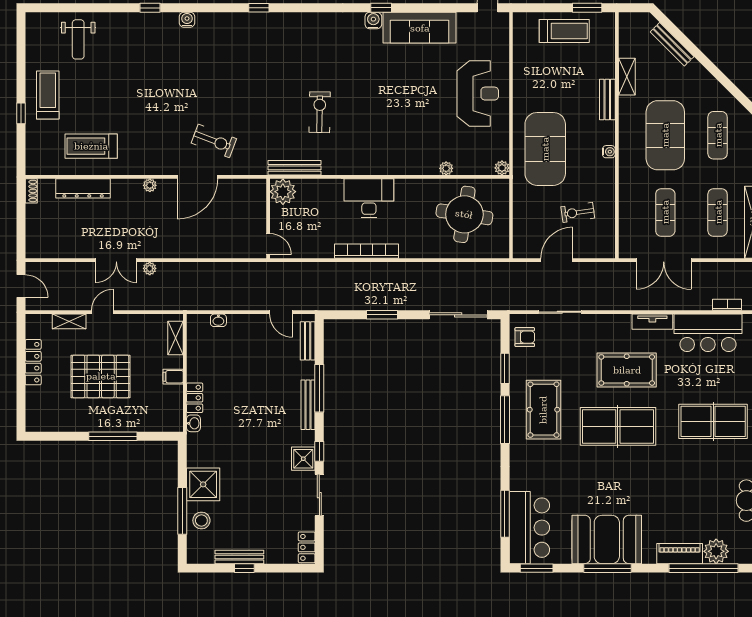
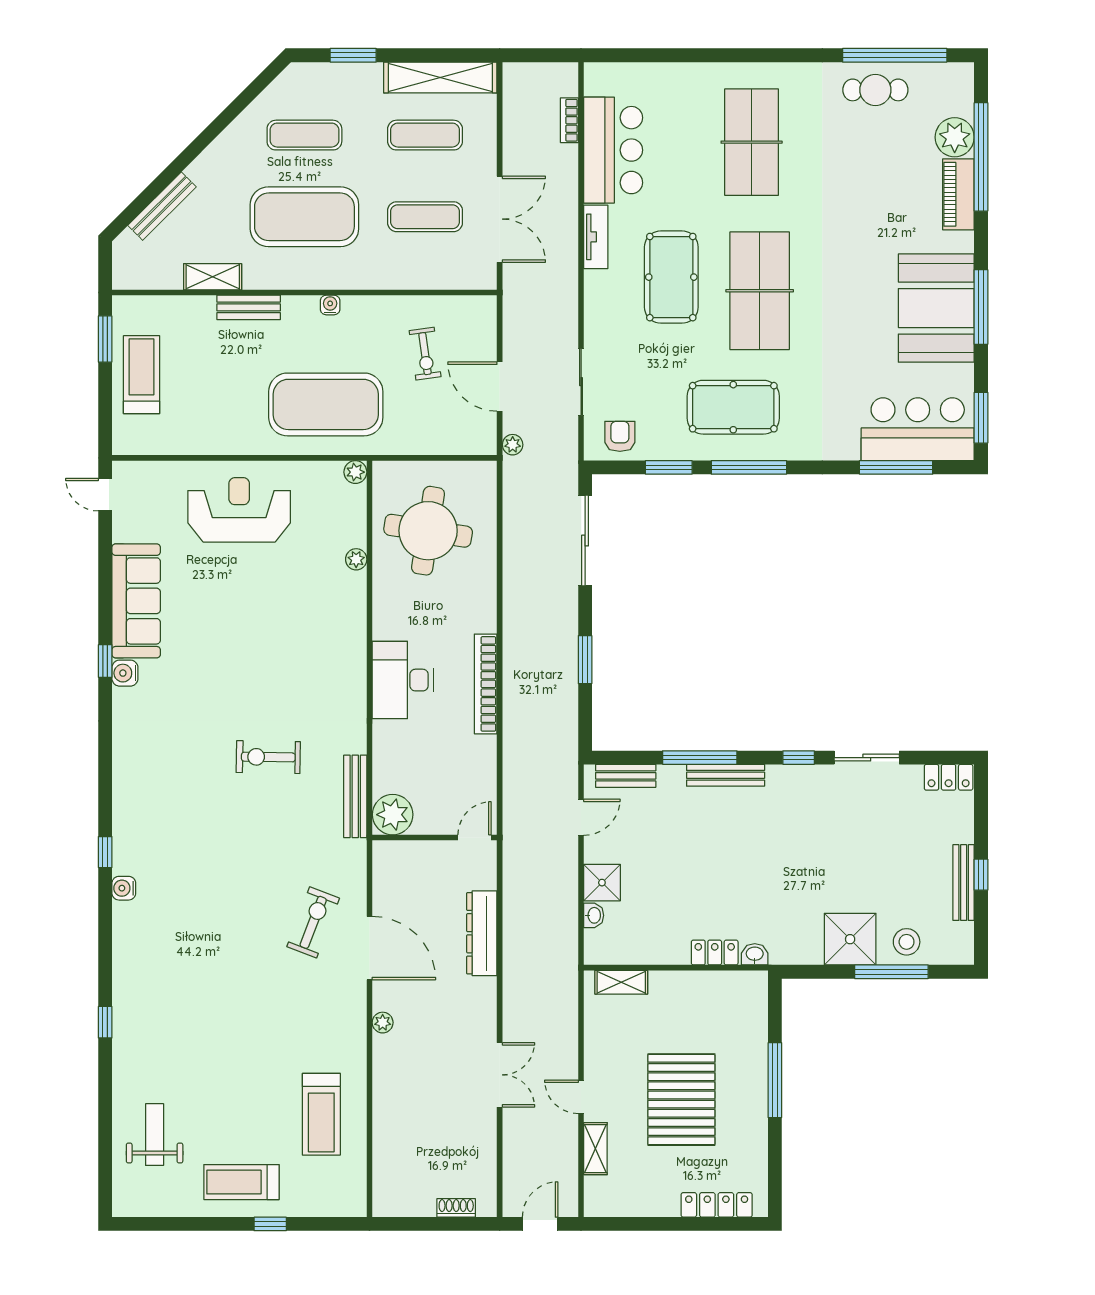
water cooler: (187, 20) -> (124, 888), moved
weight bench: (78, 39) -> (155, 1135), turned -90
dresser: (83, 188) -> (482, 933), moved, turned 180
shoe rack: (31, 191) -> (456, 1208), moved
plant: (150, 268) -> (513, 445), moved
locker: (33, 362) -> (717, 1205), moved
filing cabinet: (173, 377) -> (682, 986), removed
shower: (303, 459) -> (602, 883), moved

